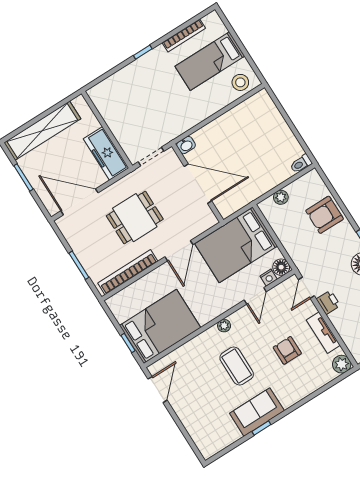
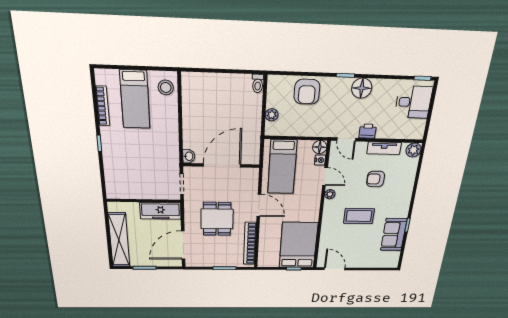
bed: (236, 245) -> (282, 167), width x0.67
plant: (224, 326) -> (330, 194), moved
sofa: (257, 412) -> (394, 235), moved

